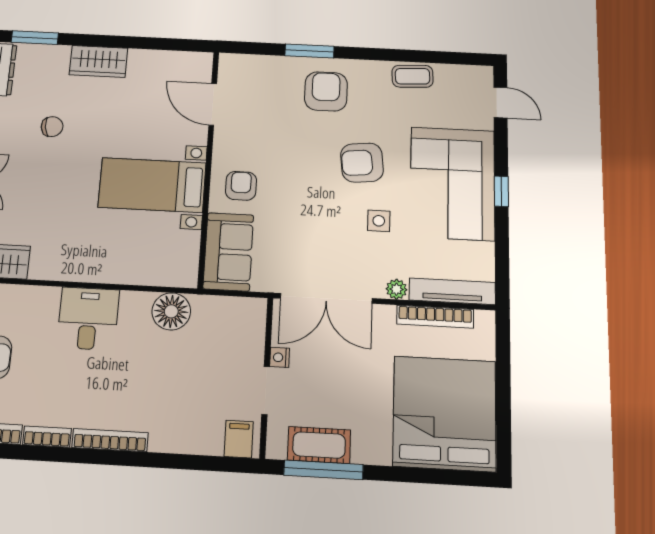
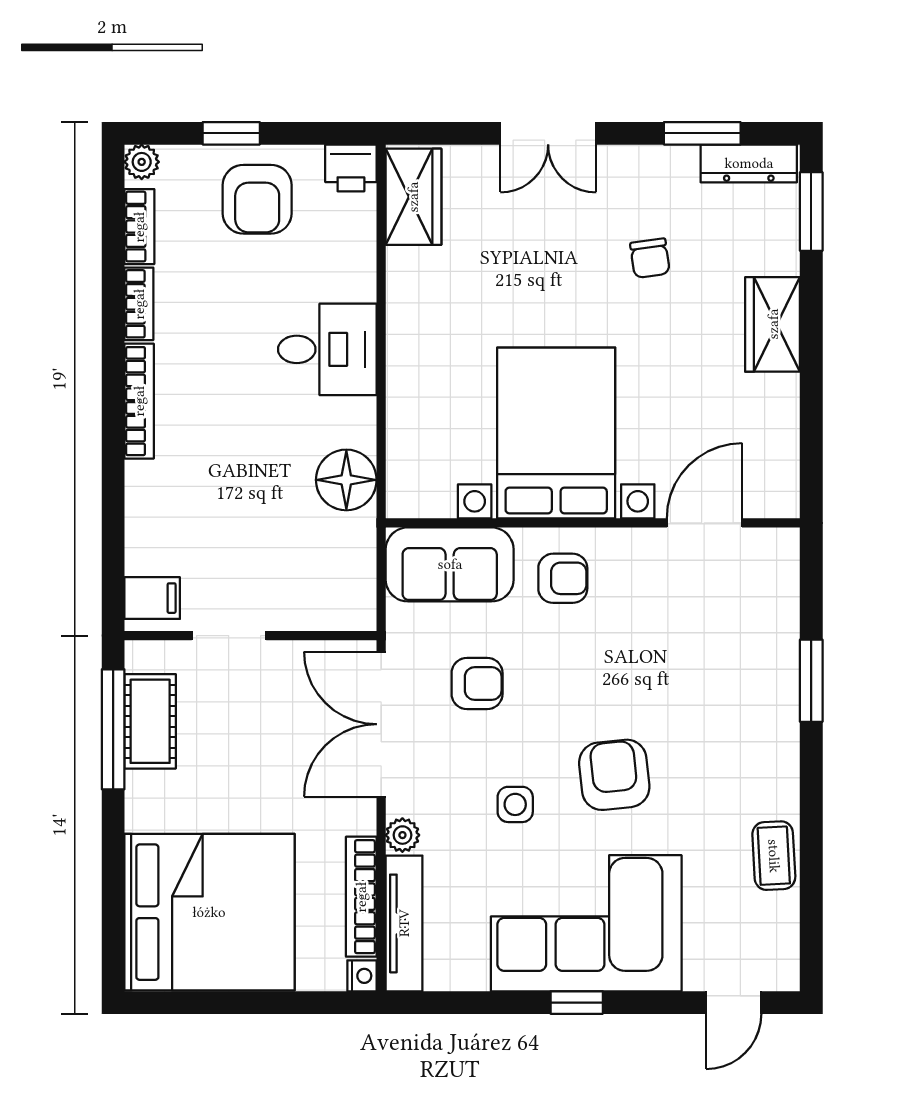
armchair: (326, 91) -> (477, 684), moved, width x0.72, depth x0.72
bed with nightstands: (152, 185) -> (556, 433), width x1.36
nightstand: (280, 357) -> (362, 976), moved, turned 90

